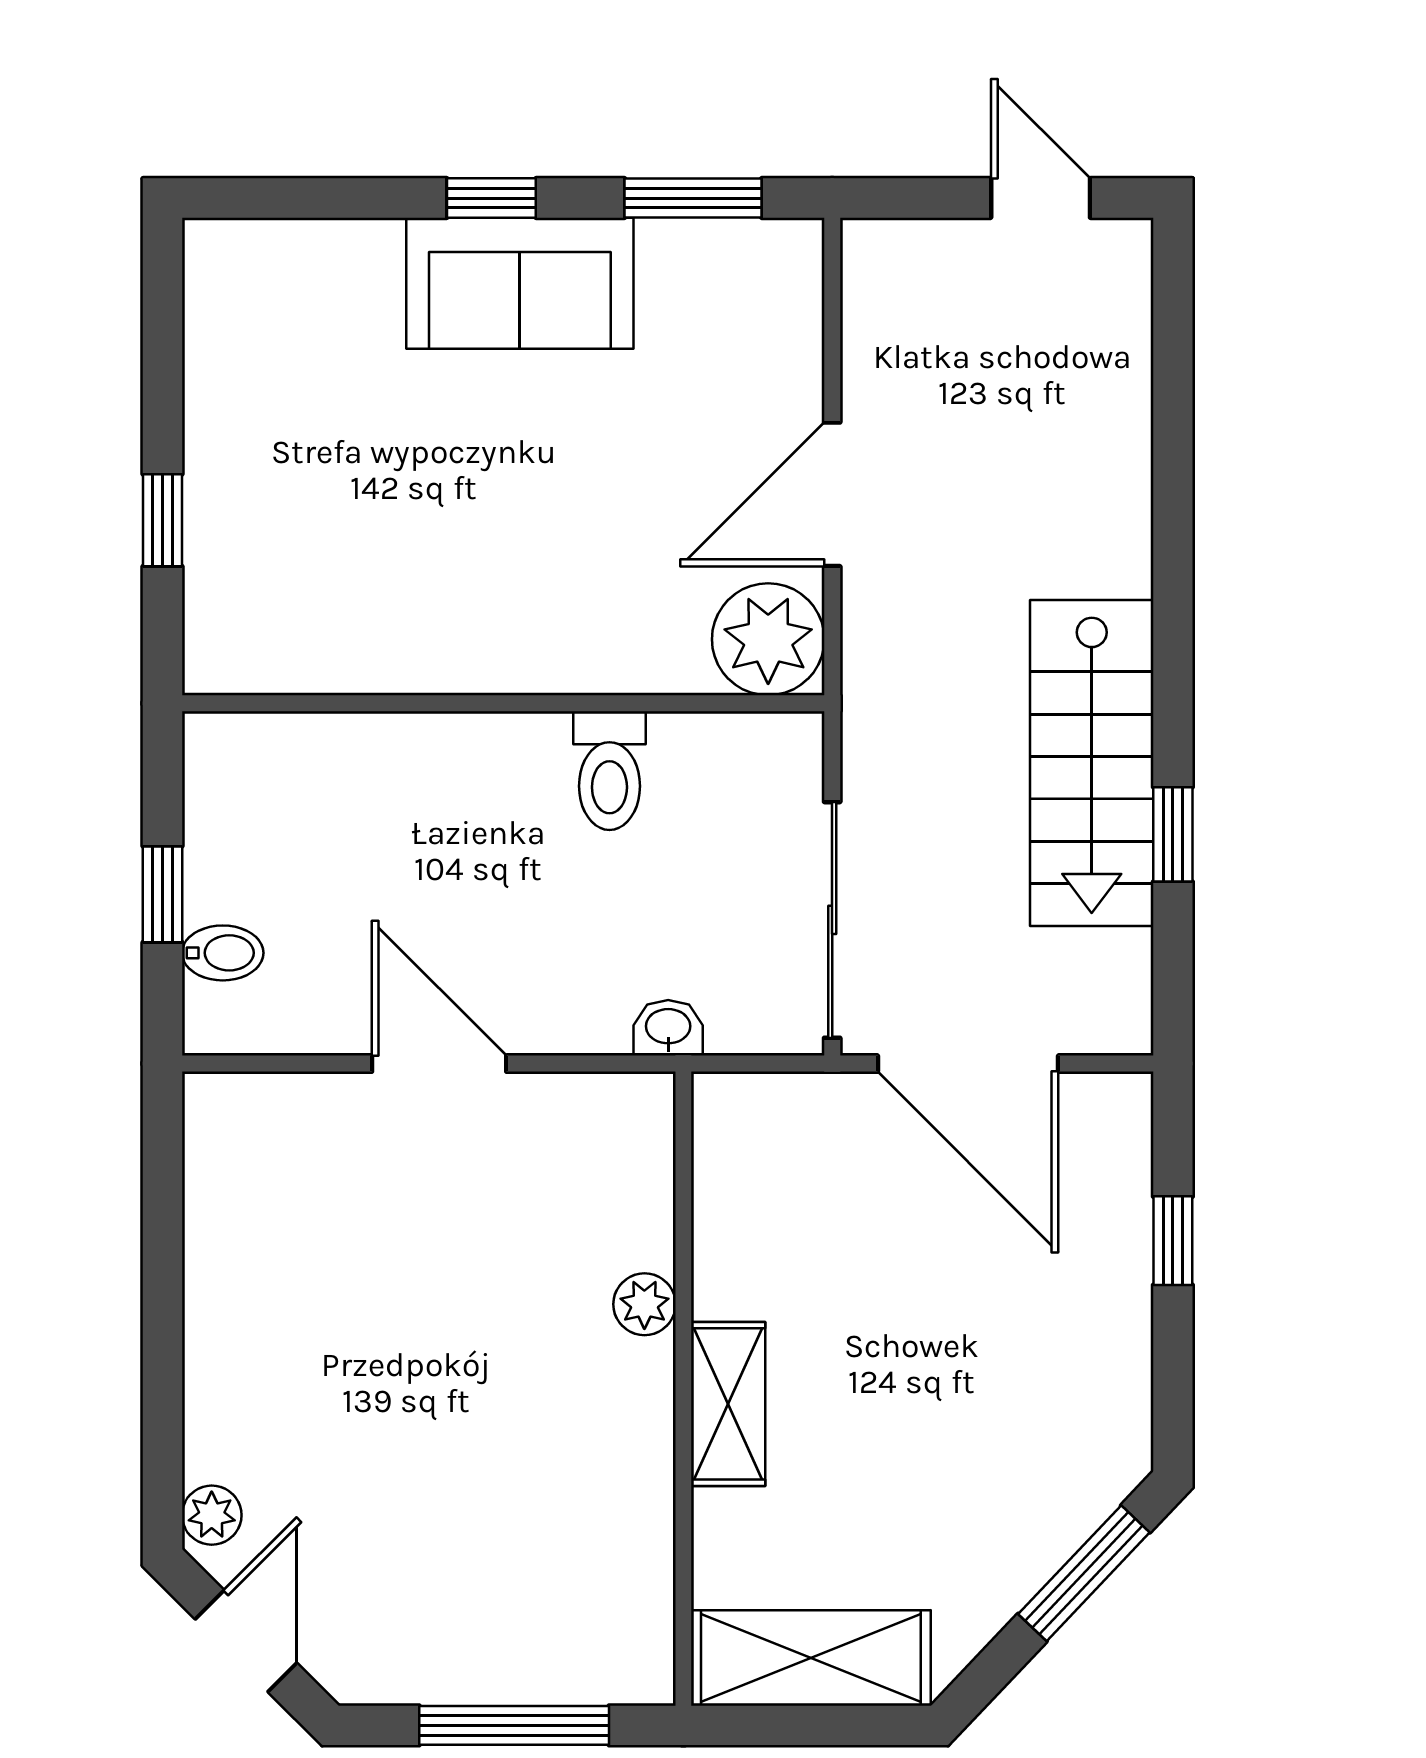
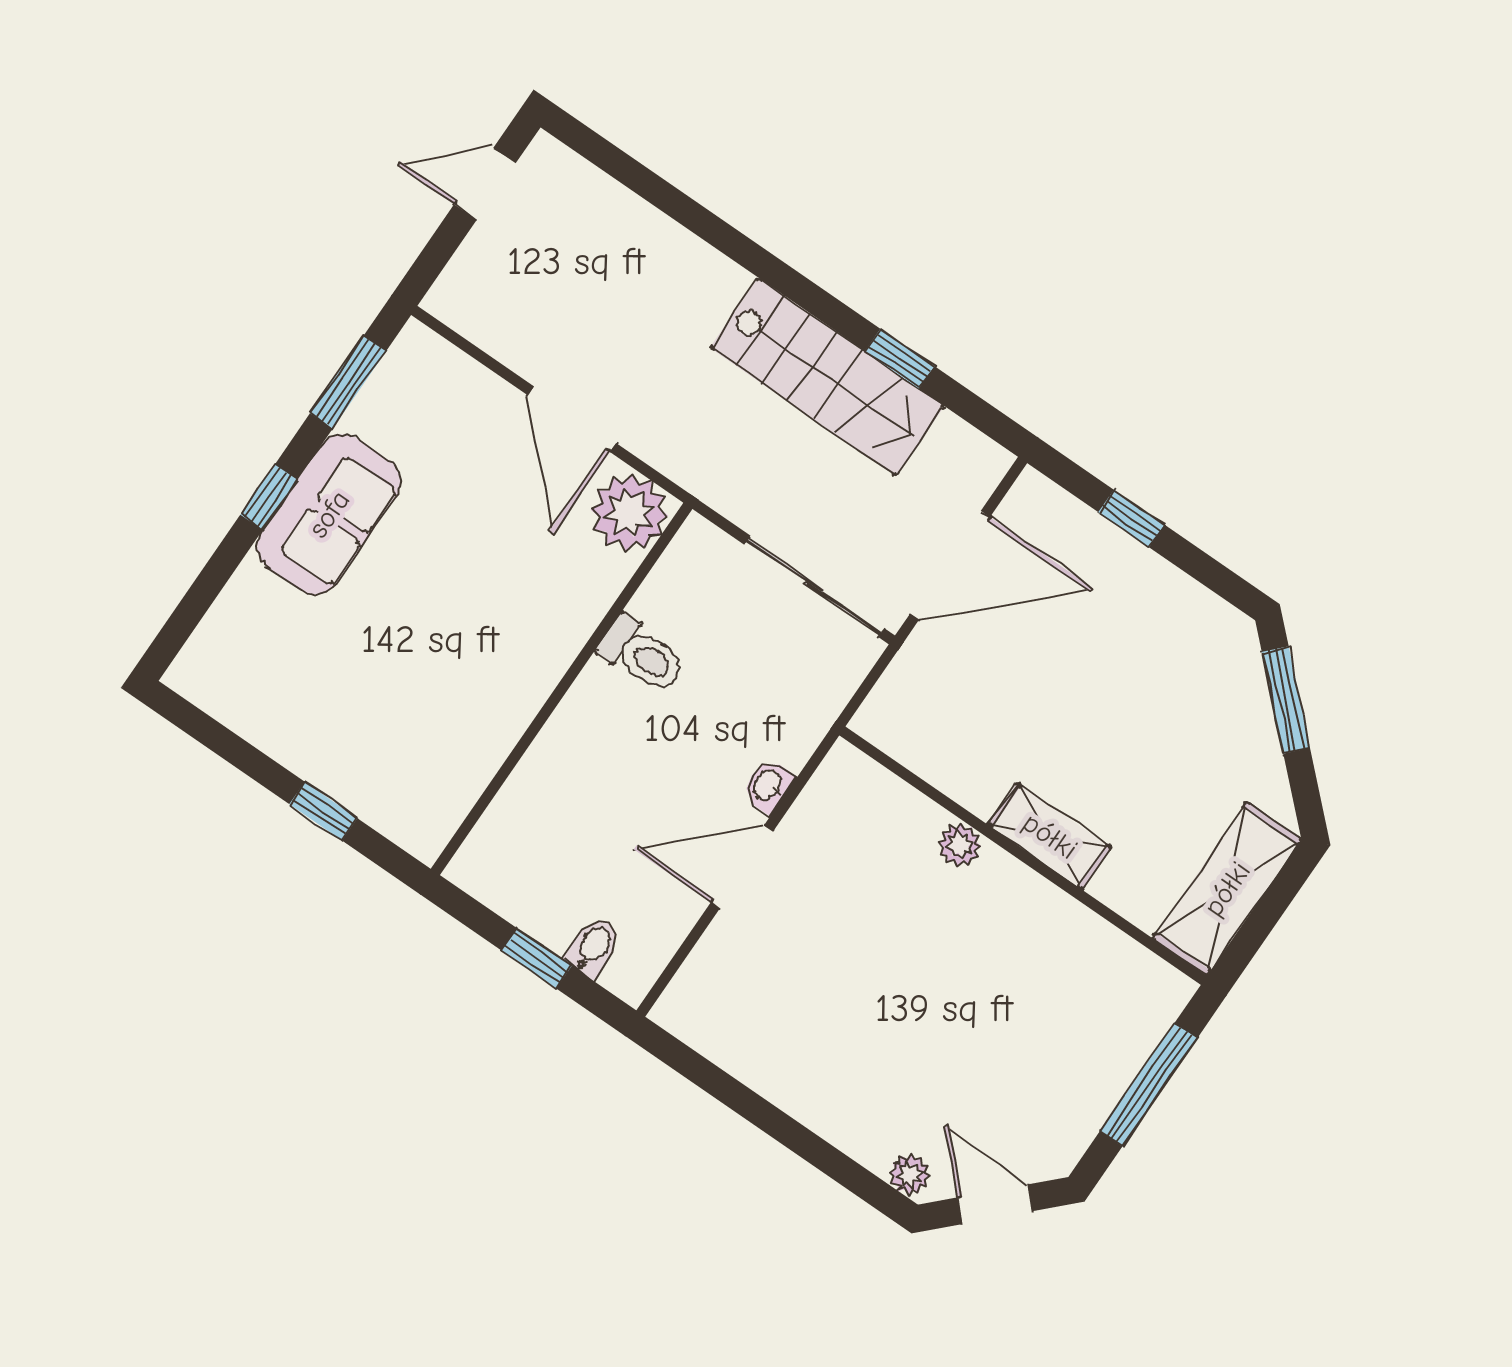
washbasin: (668, 1028) -> (768, 786), moved

